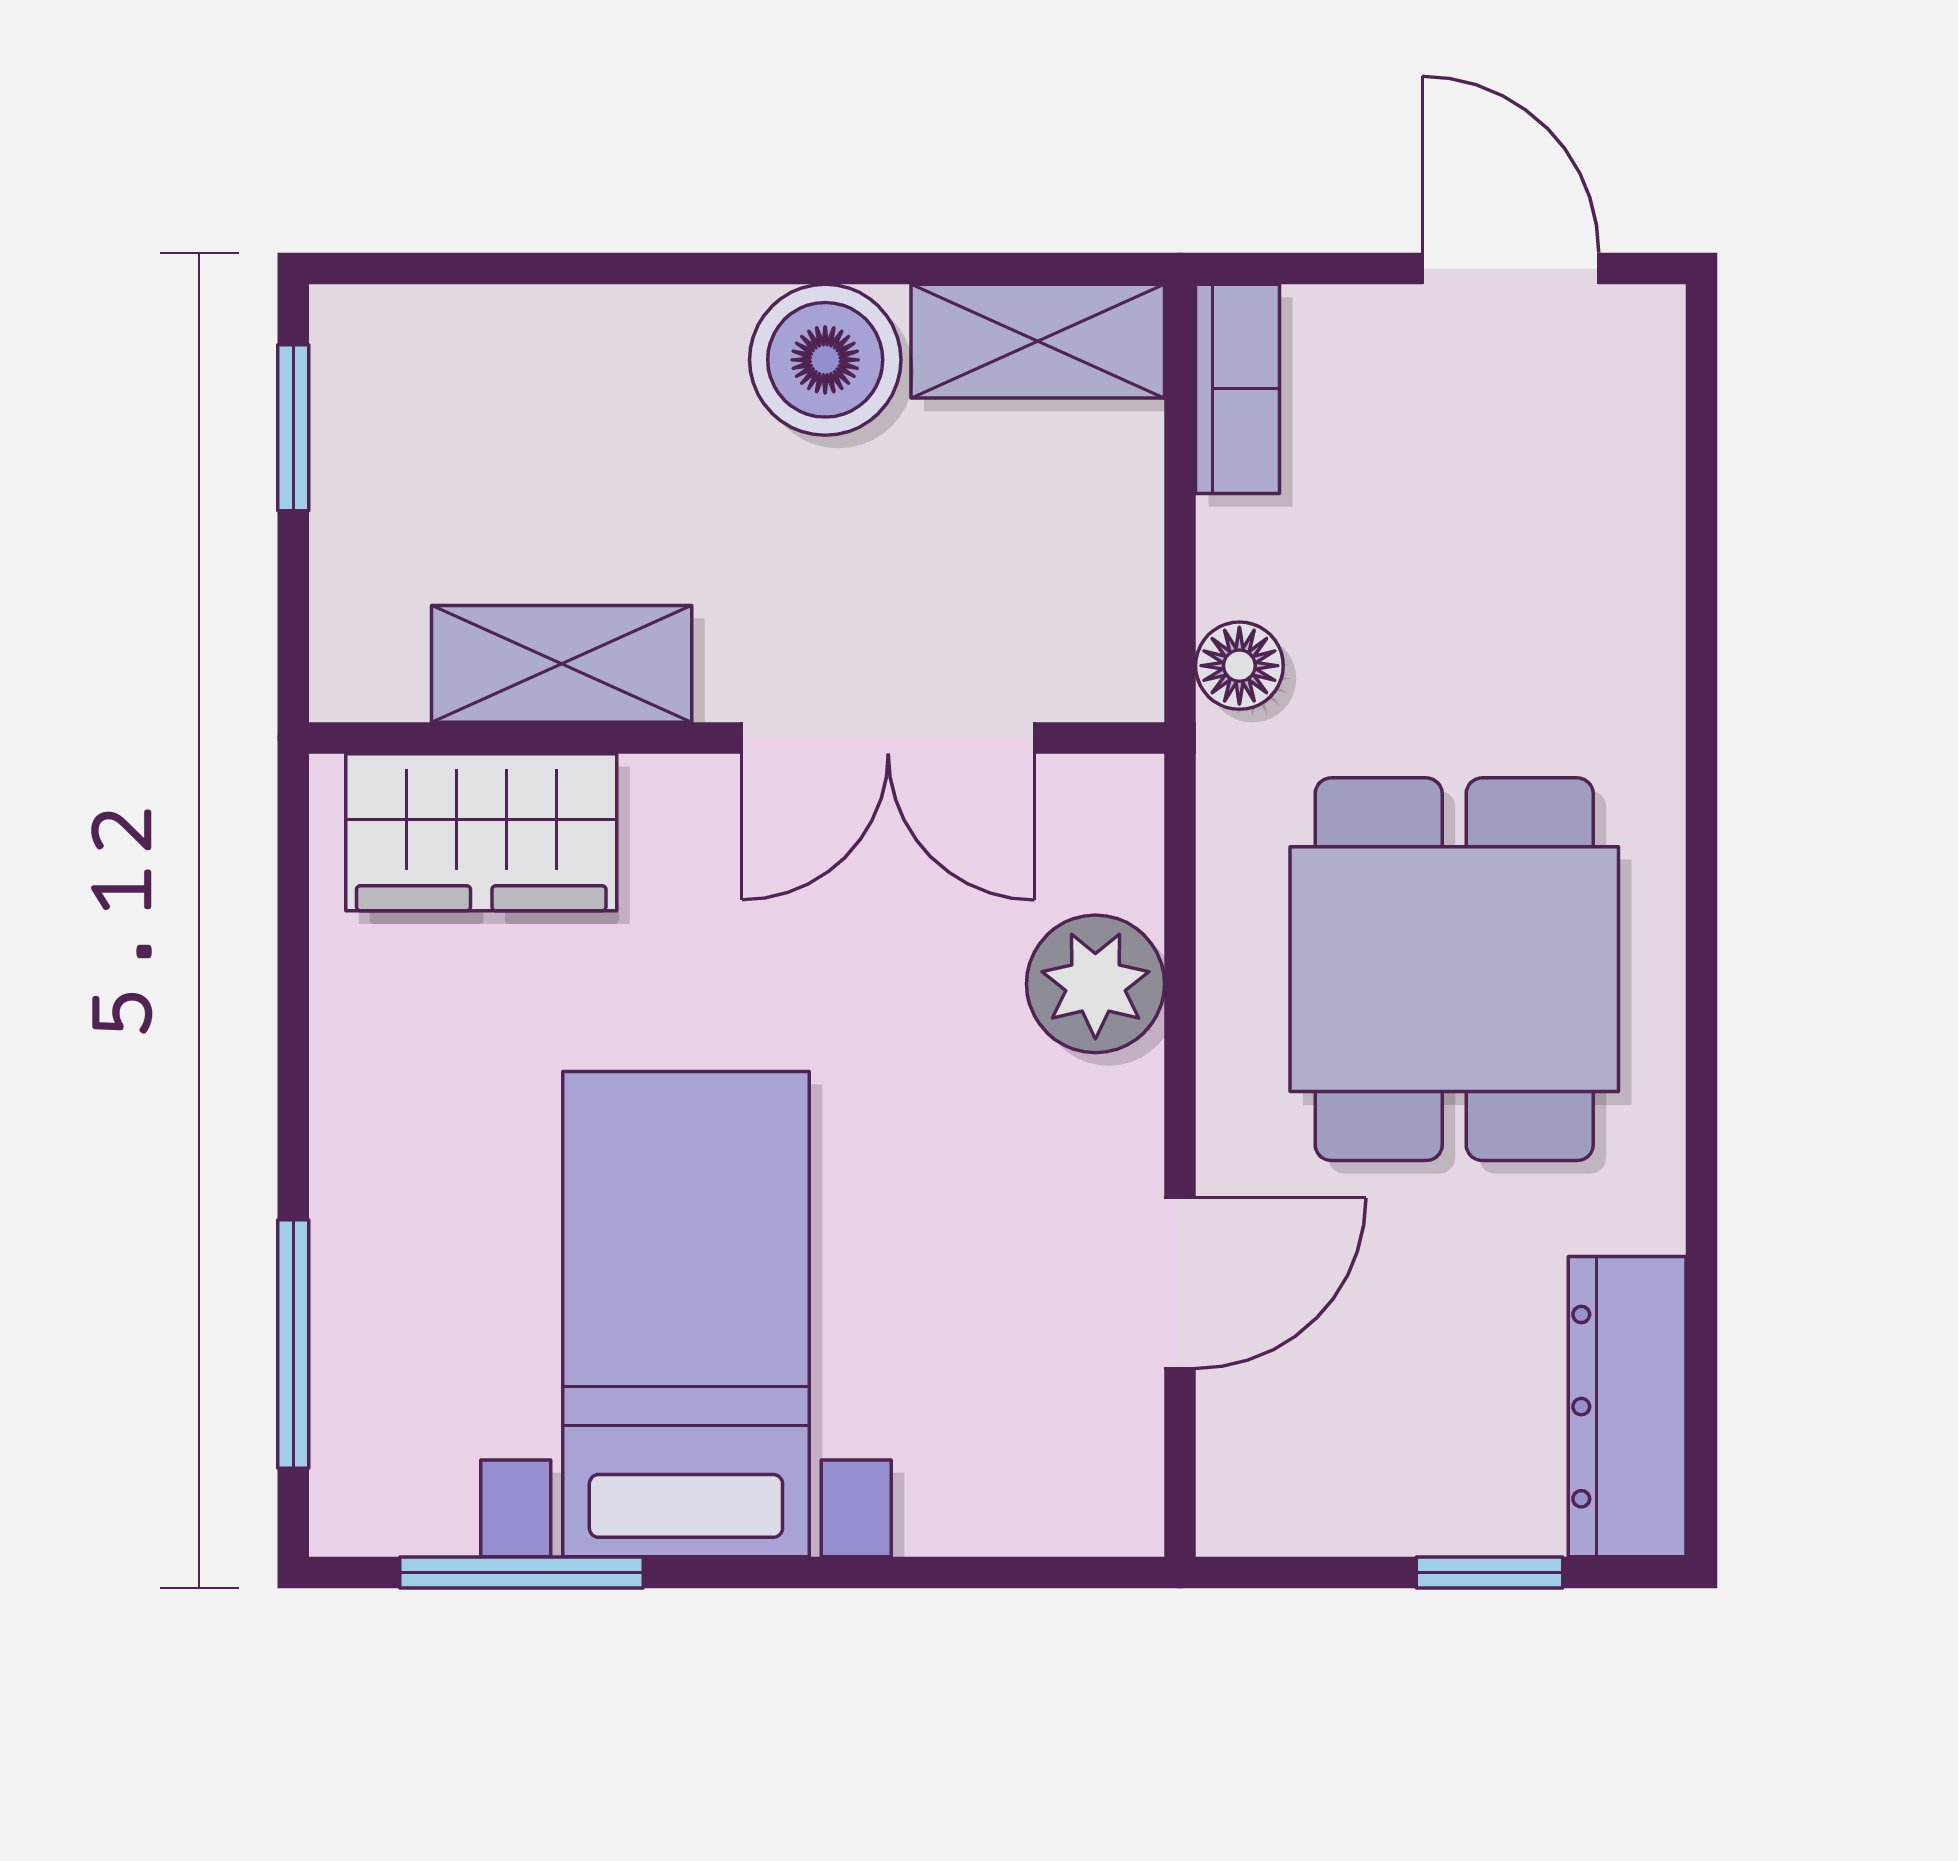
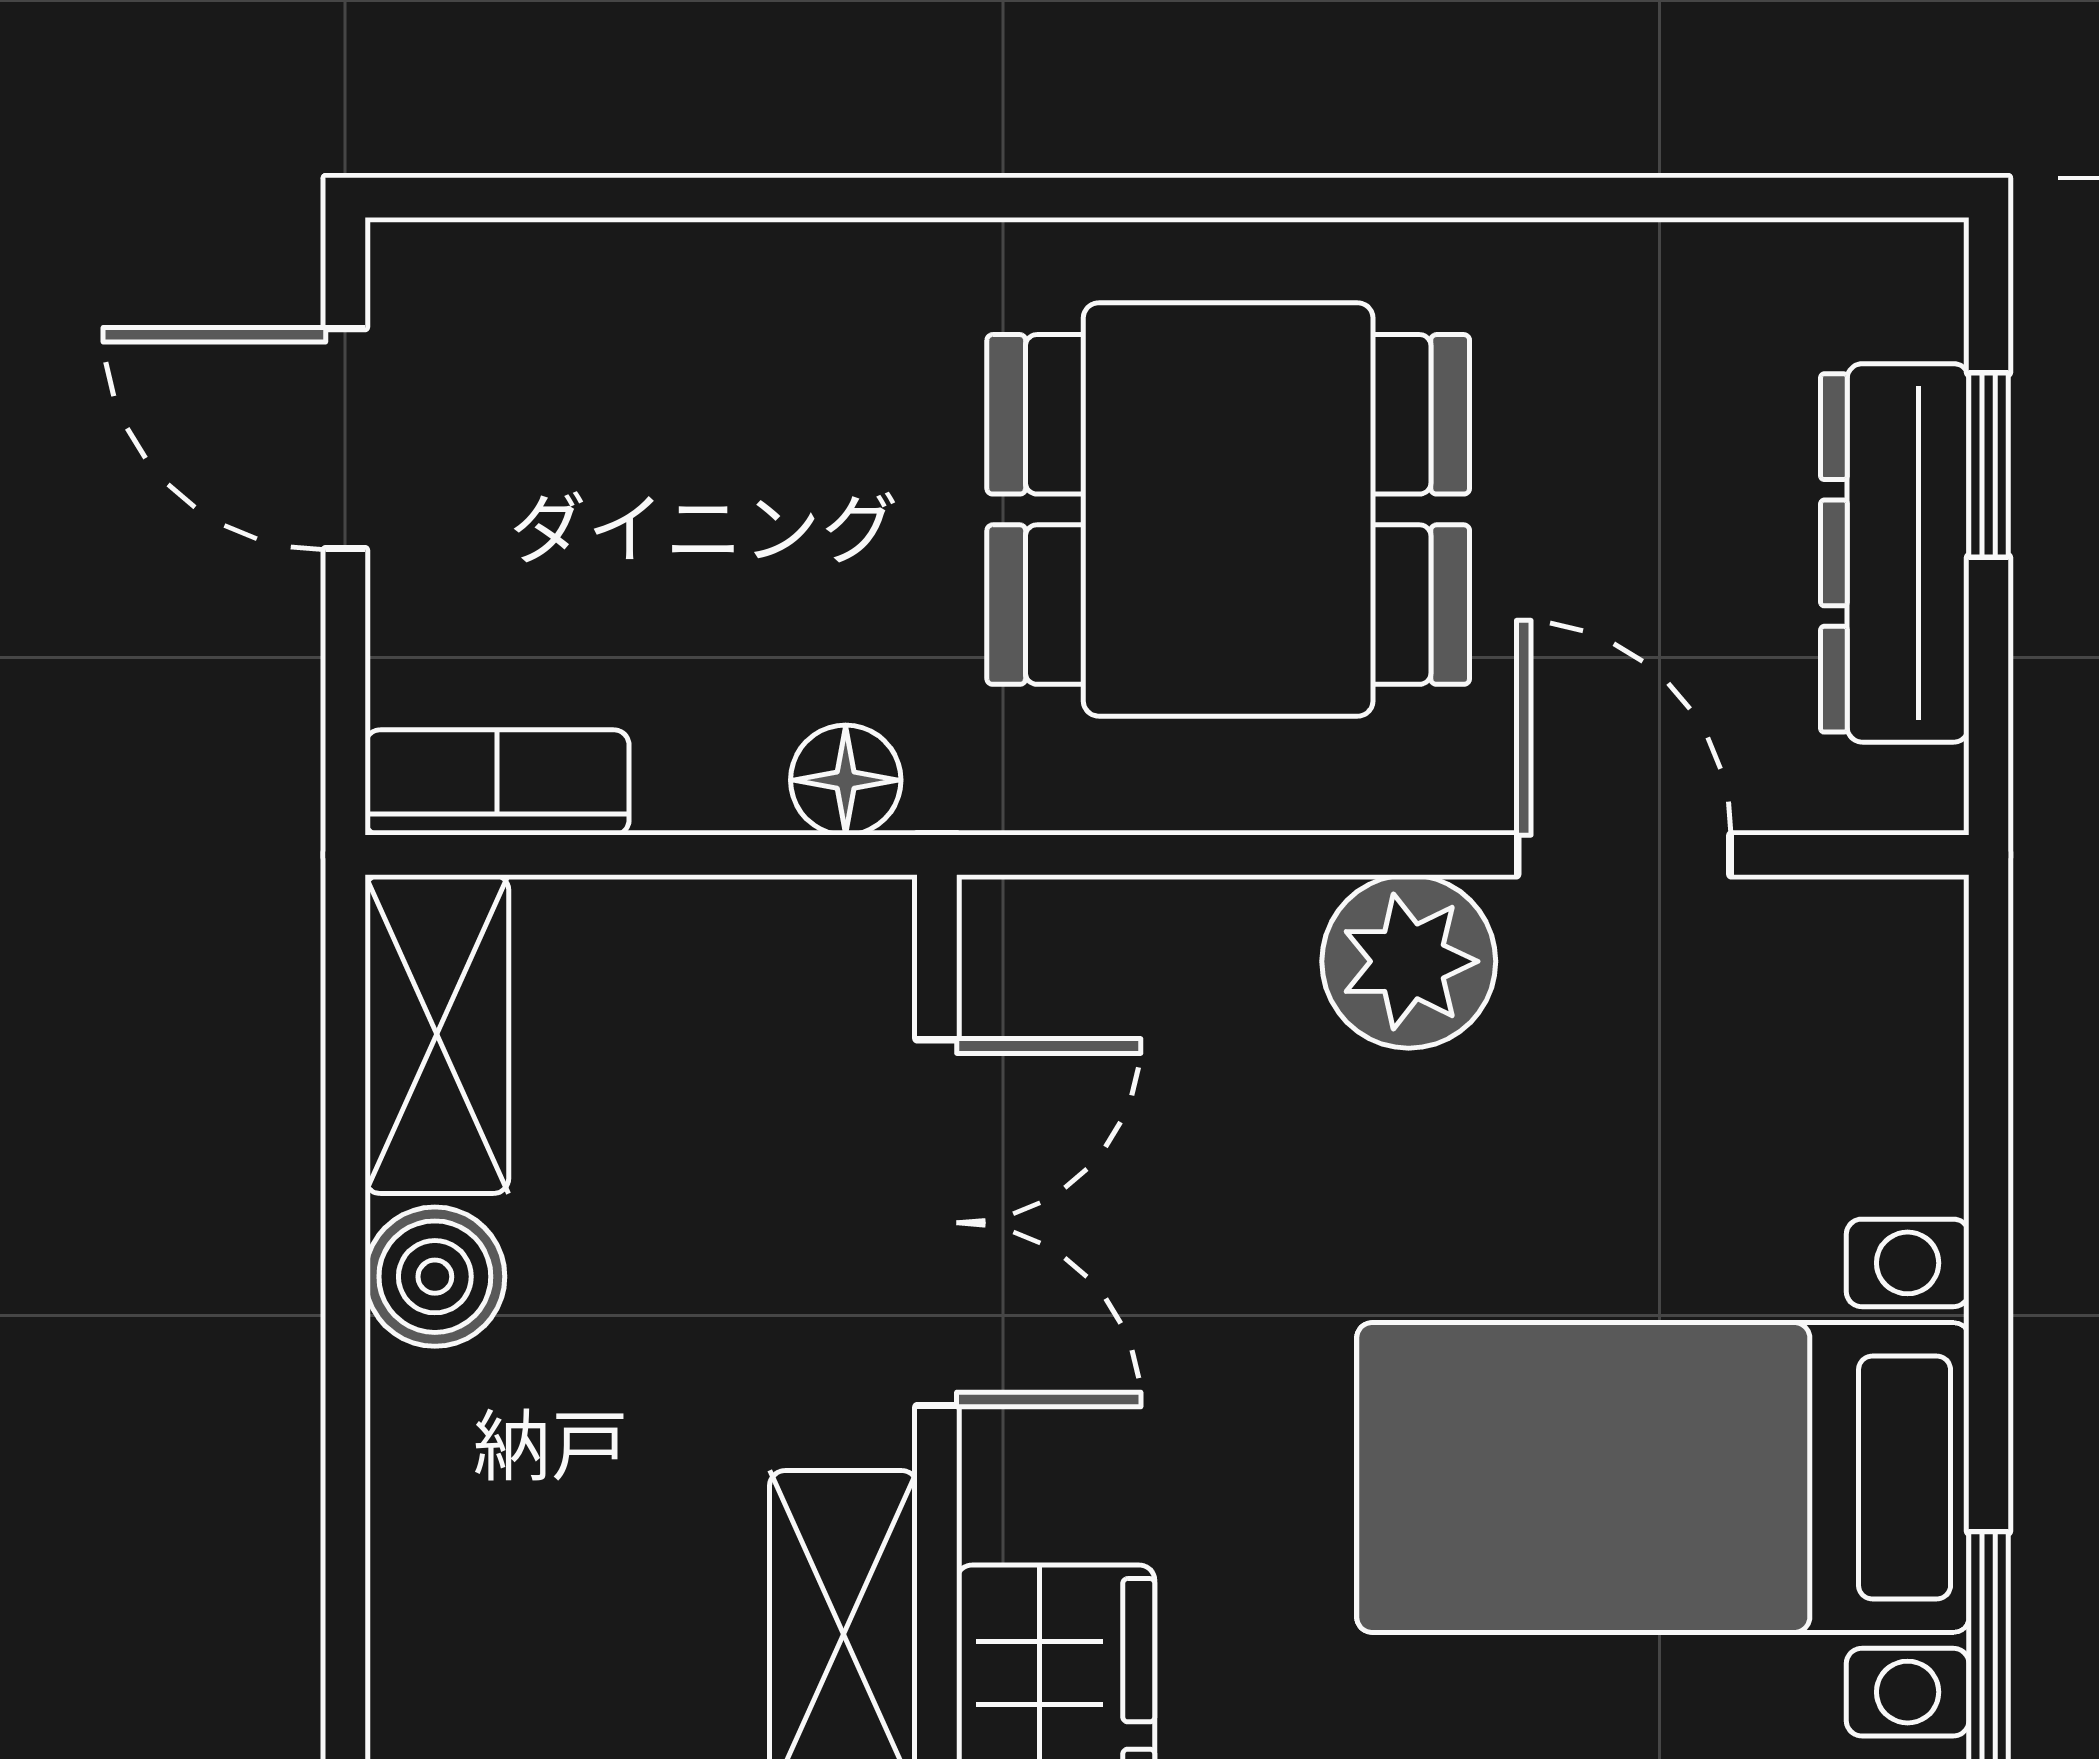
door: (1510, 269) -> (345, 439), hinge flipped
boiler: (825, 360) -> (435, 1277), width x0.73, depth x0.73
plant: (1095, 984) -> (1409, 961), moved
dresser: (1627, 1407) -> (1895, 553), moved, turned 90

